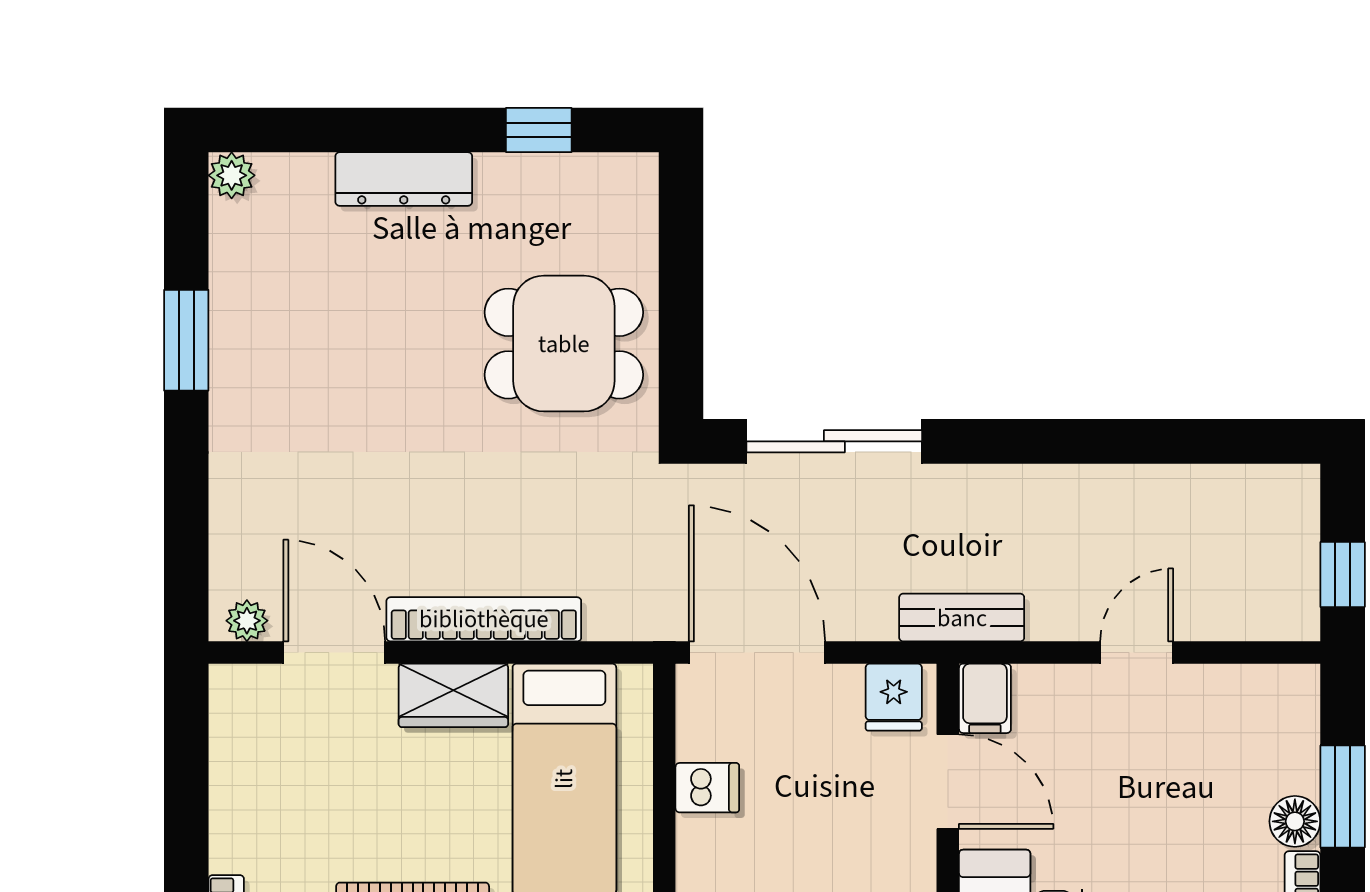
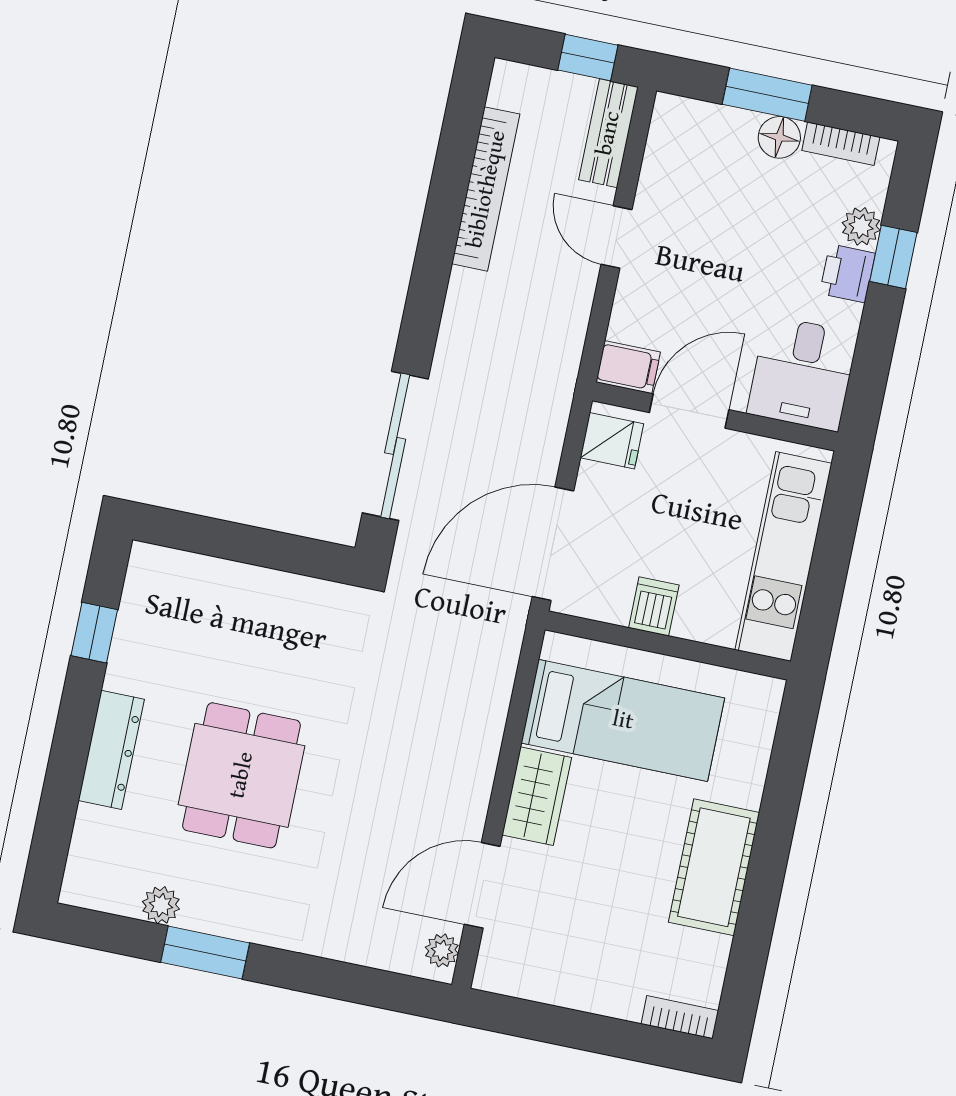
plant: (232, 175) -> (161, 905), moved
dining table: (564, 344) -> (241, 775), moved
bench: (962, 618) -> (608, 133), moved
bookcase: (484, 619) -> (486, 189), moved, turned 180

